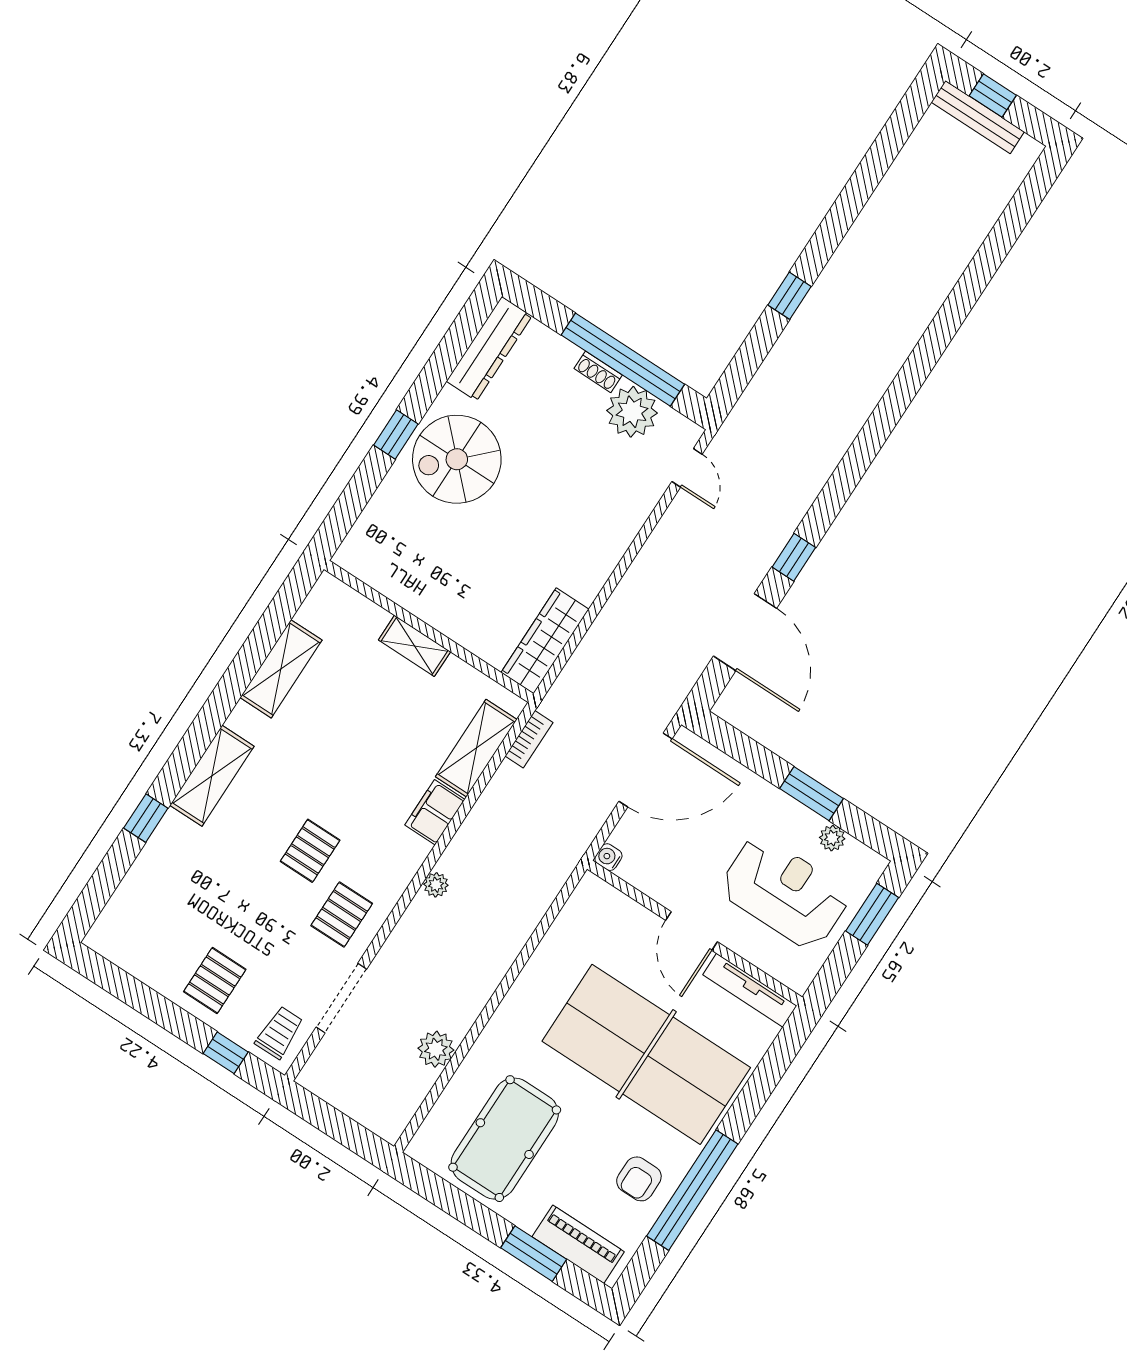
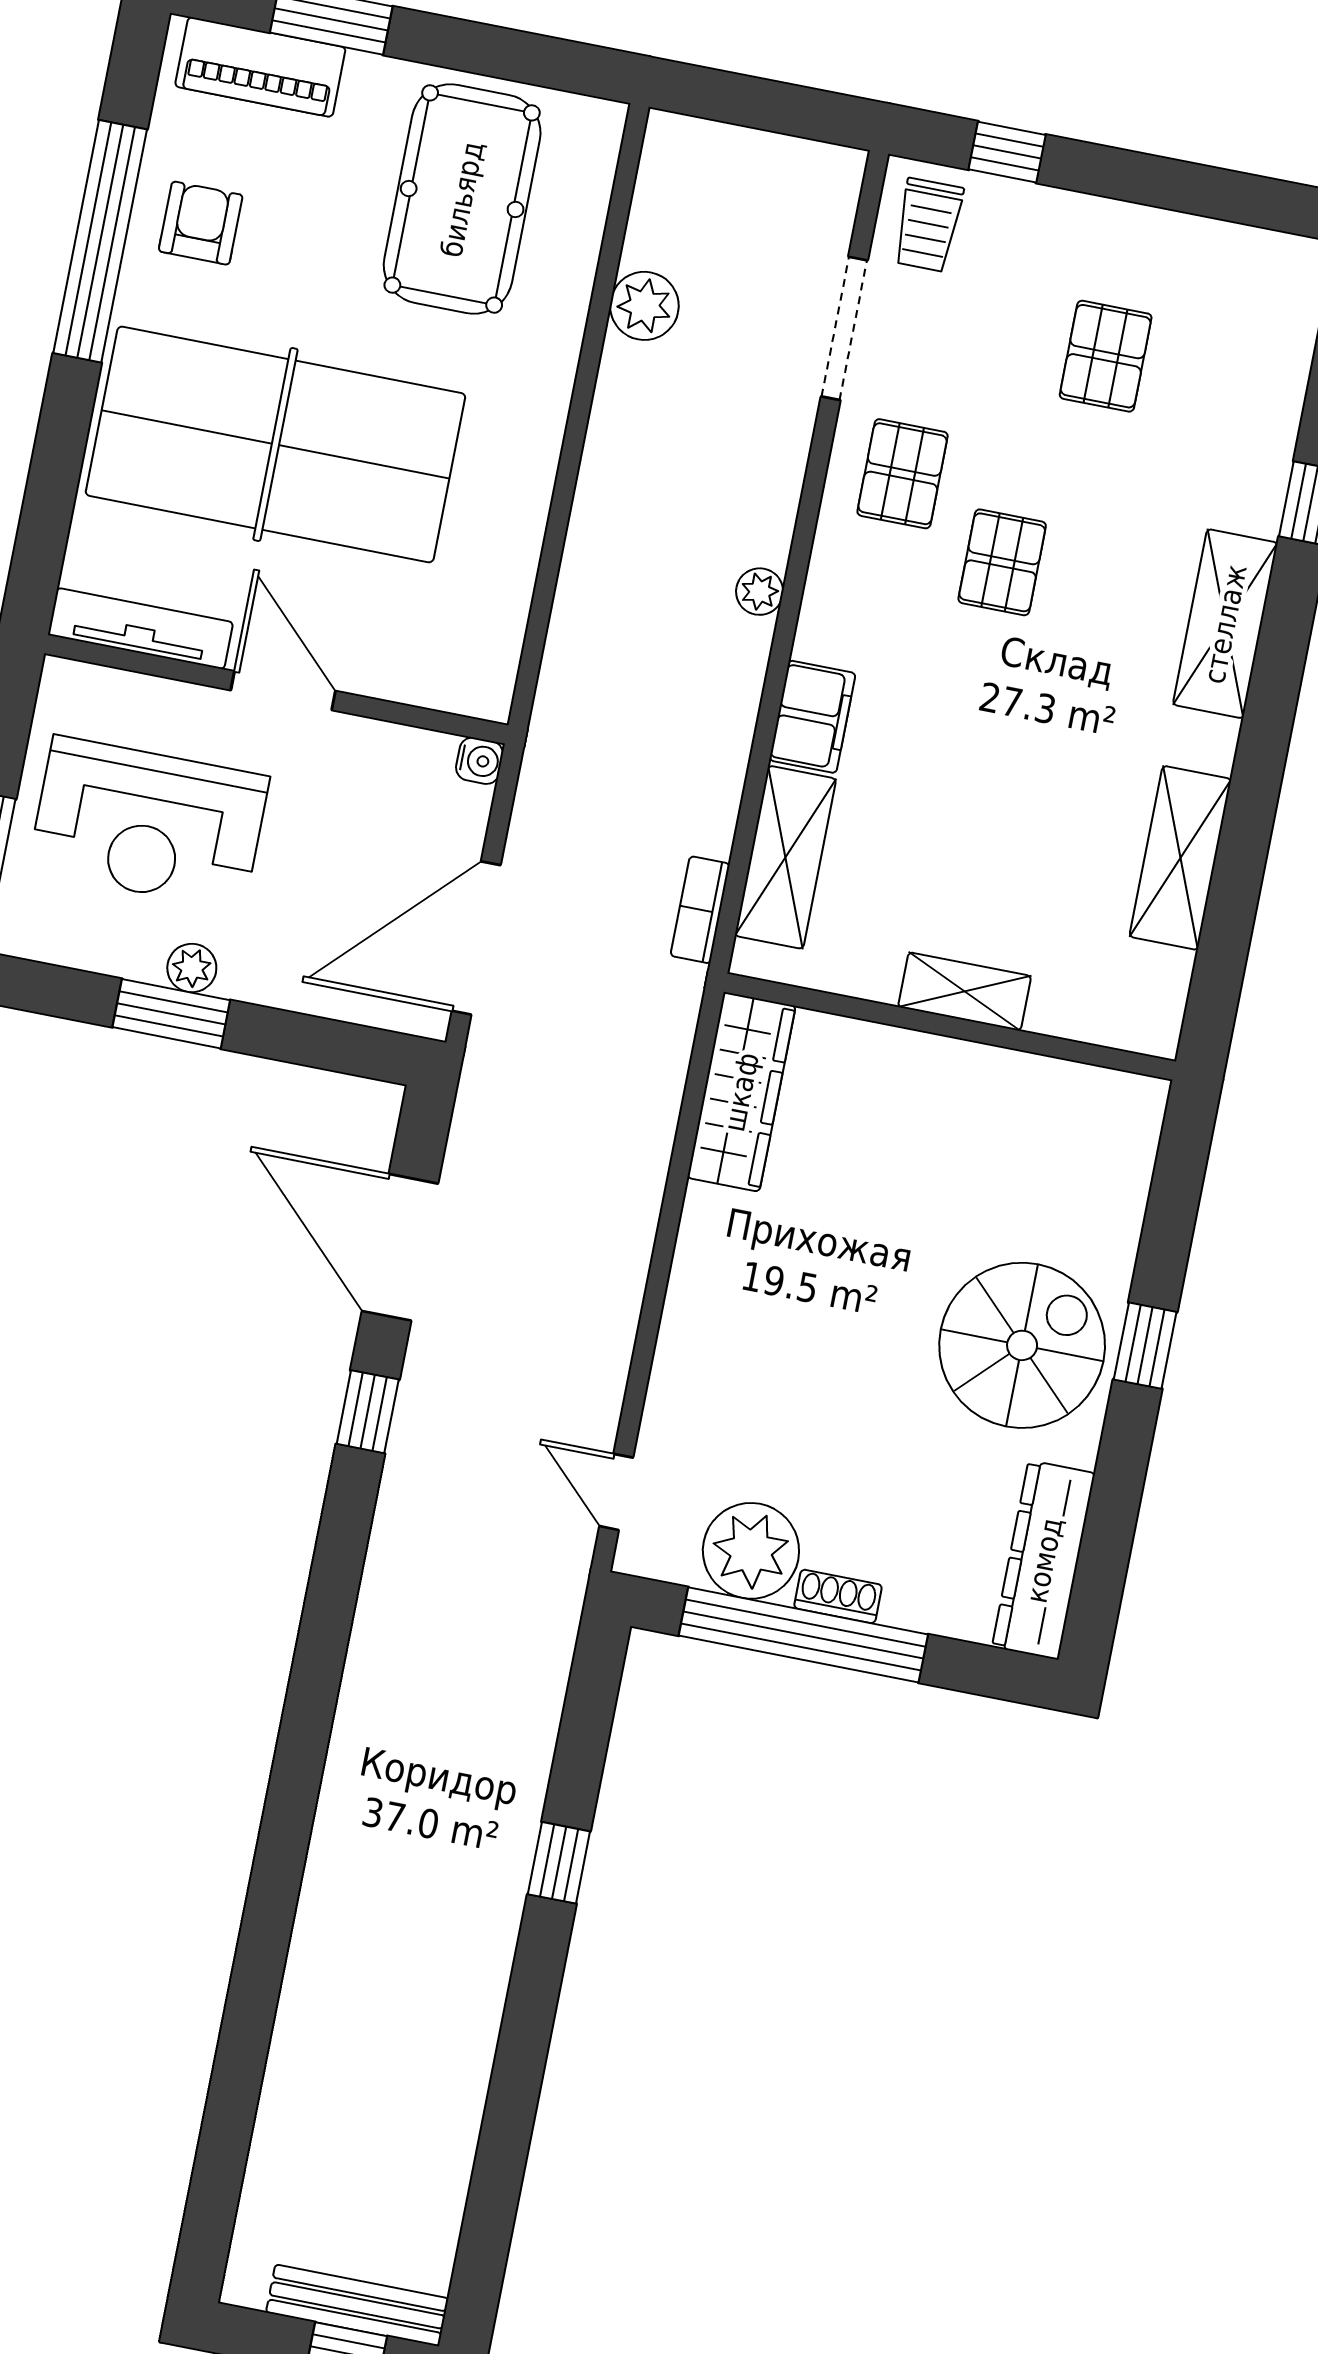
plant: (832, 838) -> (192, 968), moved
pallet: (215, 980) -> (1106, 356), moved

